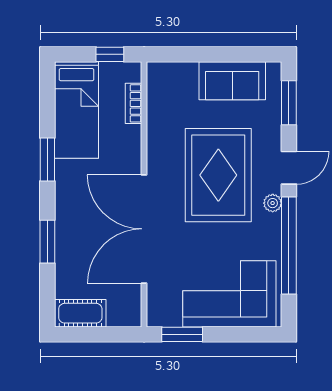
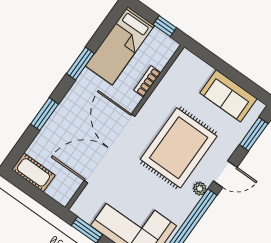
bookcase: (134, 103) -> (147, 81), moved

